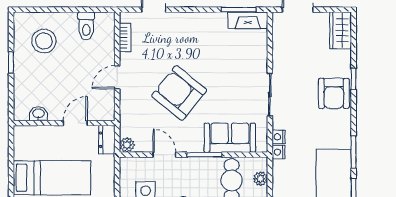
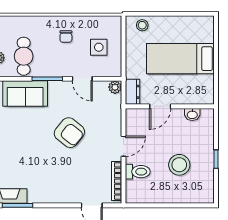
toilet: (86, 26) -> (138, 172), moved, turned 90
bookcase: (125, 37) -> (117, 181), width x1.56
stool: (44, 41) -> (179, 165), moved
armchair: (179, 93) -> (69, 133), width x0.73, depth x0.73

